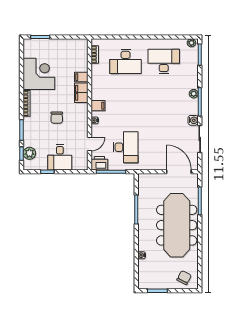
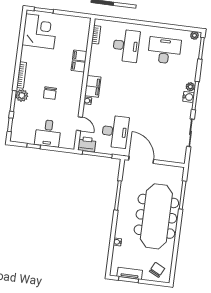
desk: (126, 61) -> (126, 46), turned -90
corner desk: (39, 74) -> (40, 31), moved
filing cabinet: (81, 93) -> (78, 66), width x0.50
filing cabinet: (98, 106) -> (93, 86), width x2.00
water cooler: (193, 120) -> (188, 97), moved
door: (89, 144) -> (79, 124), hinge flipped
plant: (29, 153) -> (22, 95), moved
door: (179, 172) -> (141, 160), moved
tv unit: (158, 284) -> (130, 273), added

